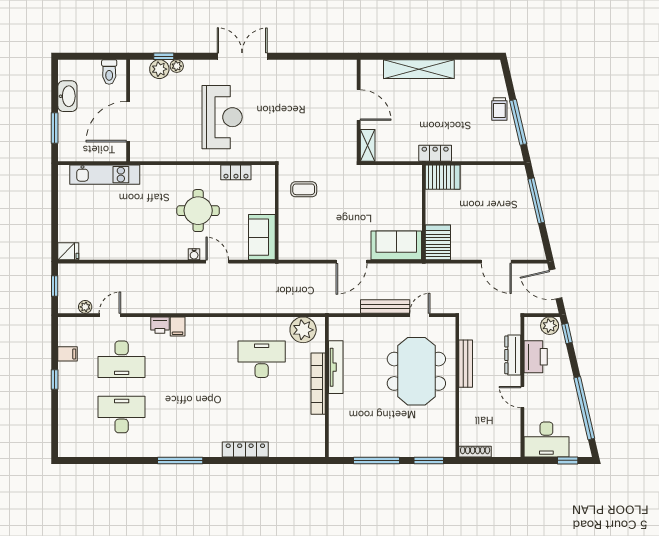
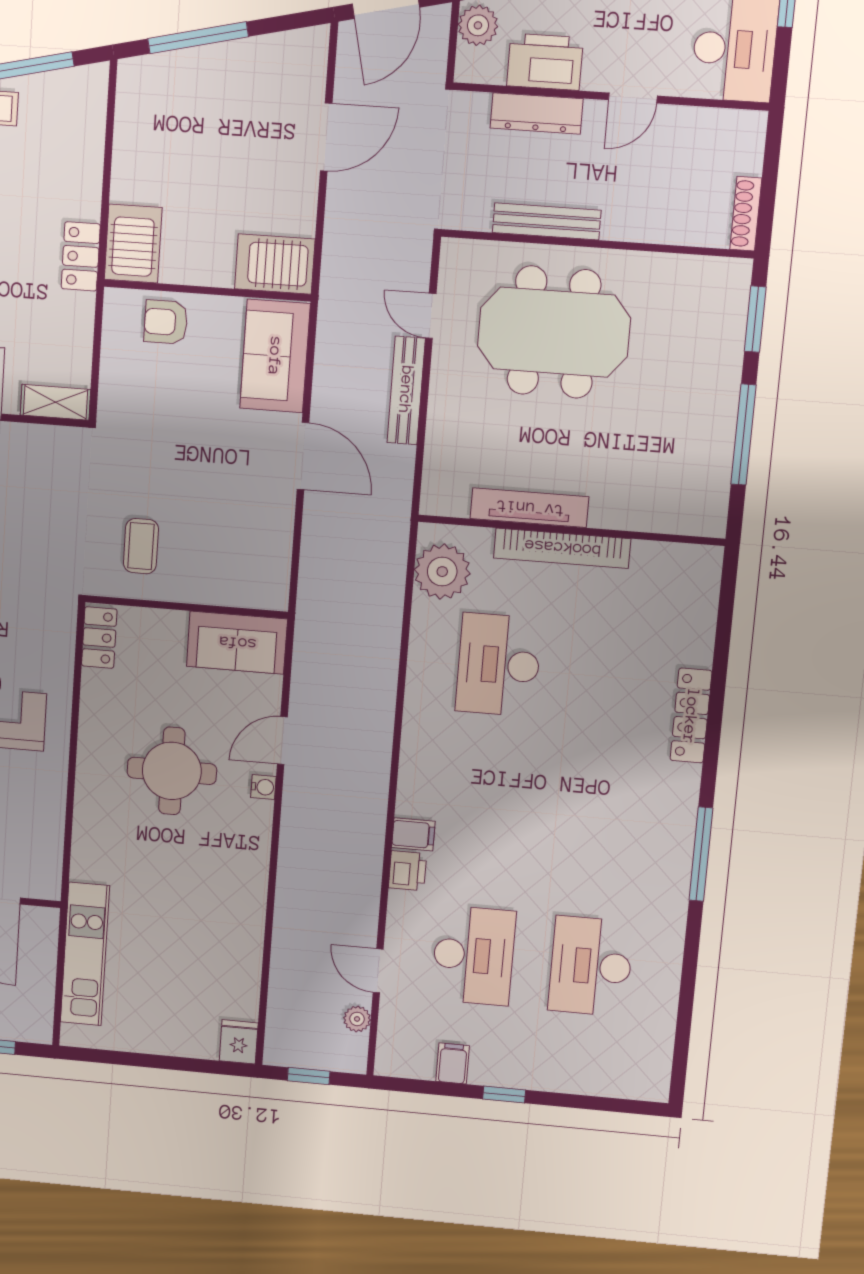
locker: (236, 172) -> (99, 638), moved
armchair: (408, 194) -> (166, 322), added

